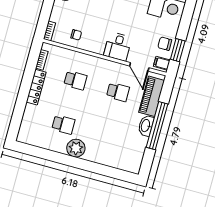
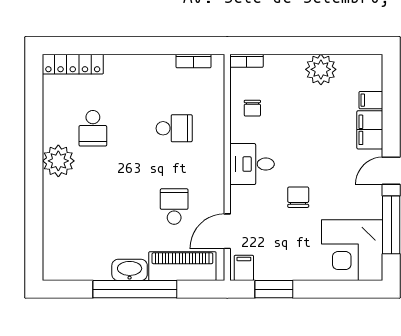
chair: (165, 44) -> (298, 197), moved
desk: (118, 46) -> (252, 164), moved
school desk: (75, 80) -> (174, 128), turned -90
locker: (36, 87) -> (73, 64), moved
school desk: (118, 92) -> (174, 207), turned 180

